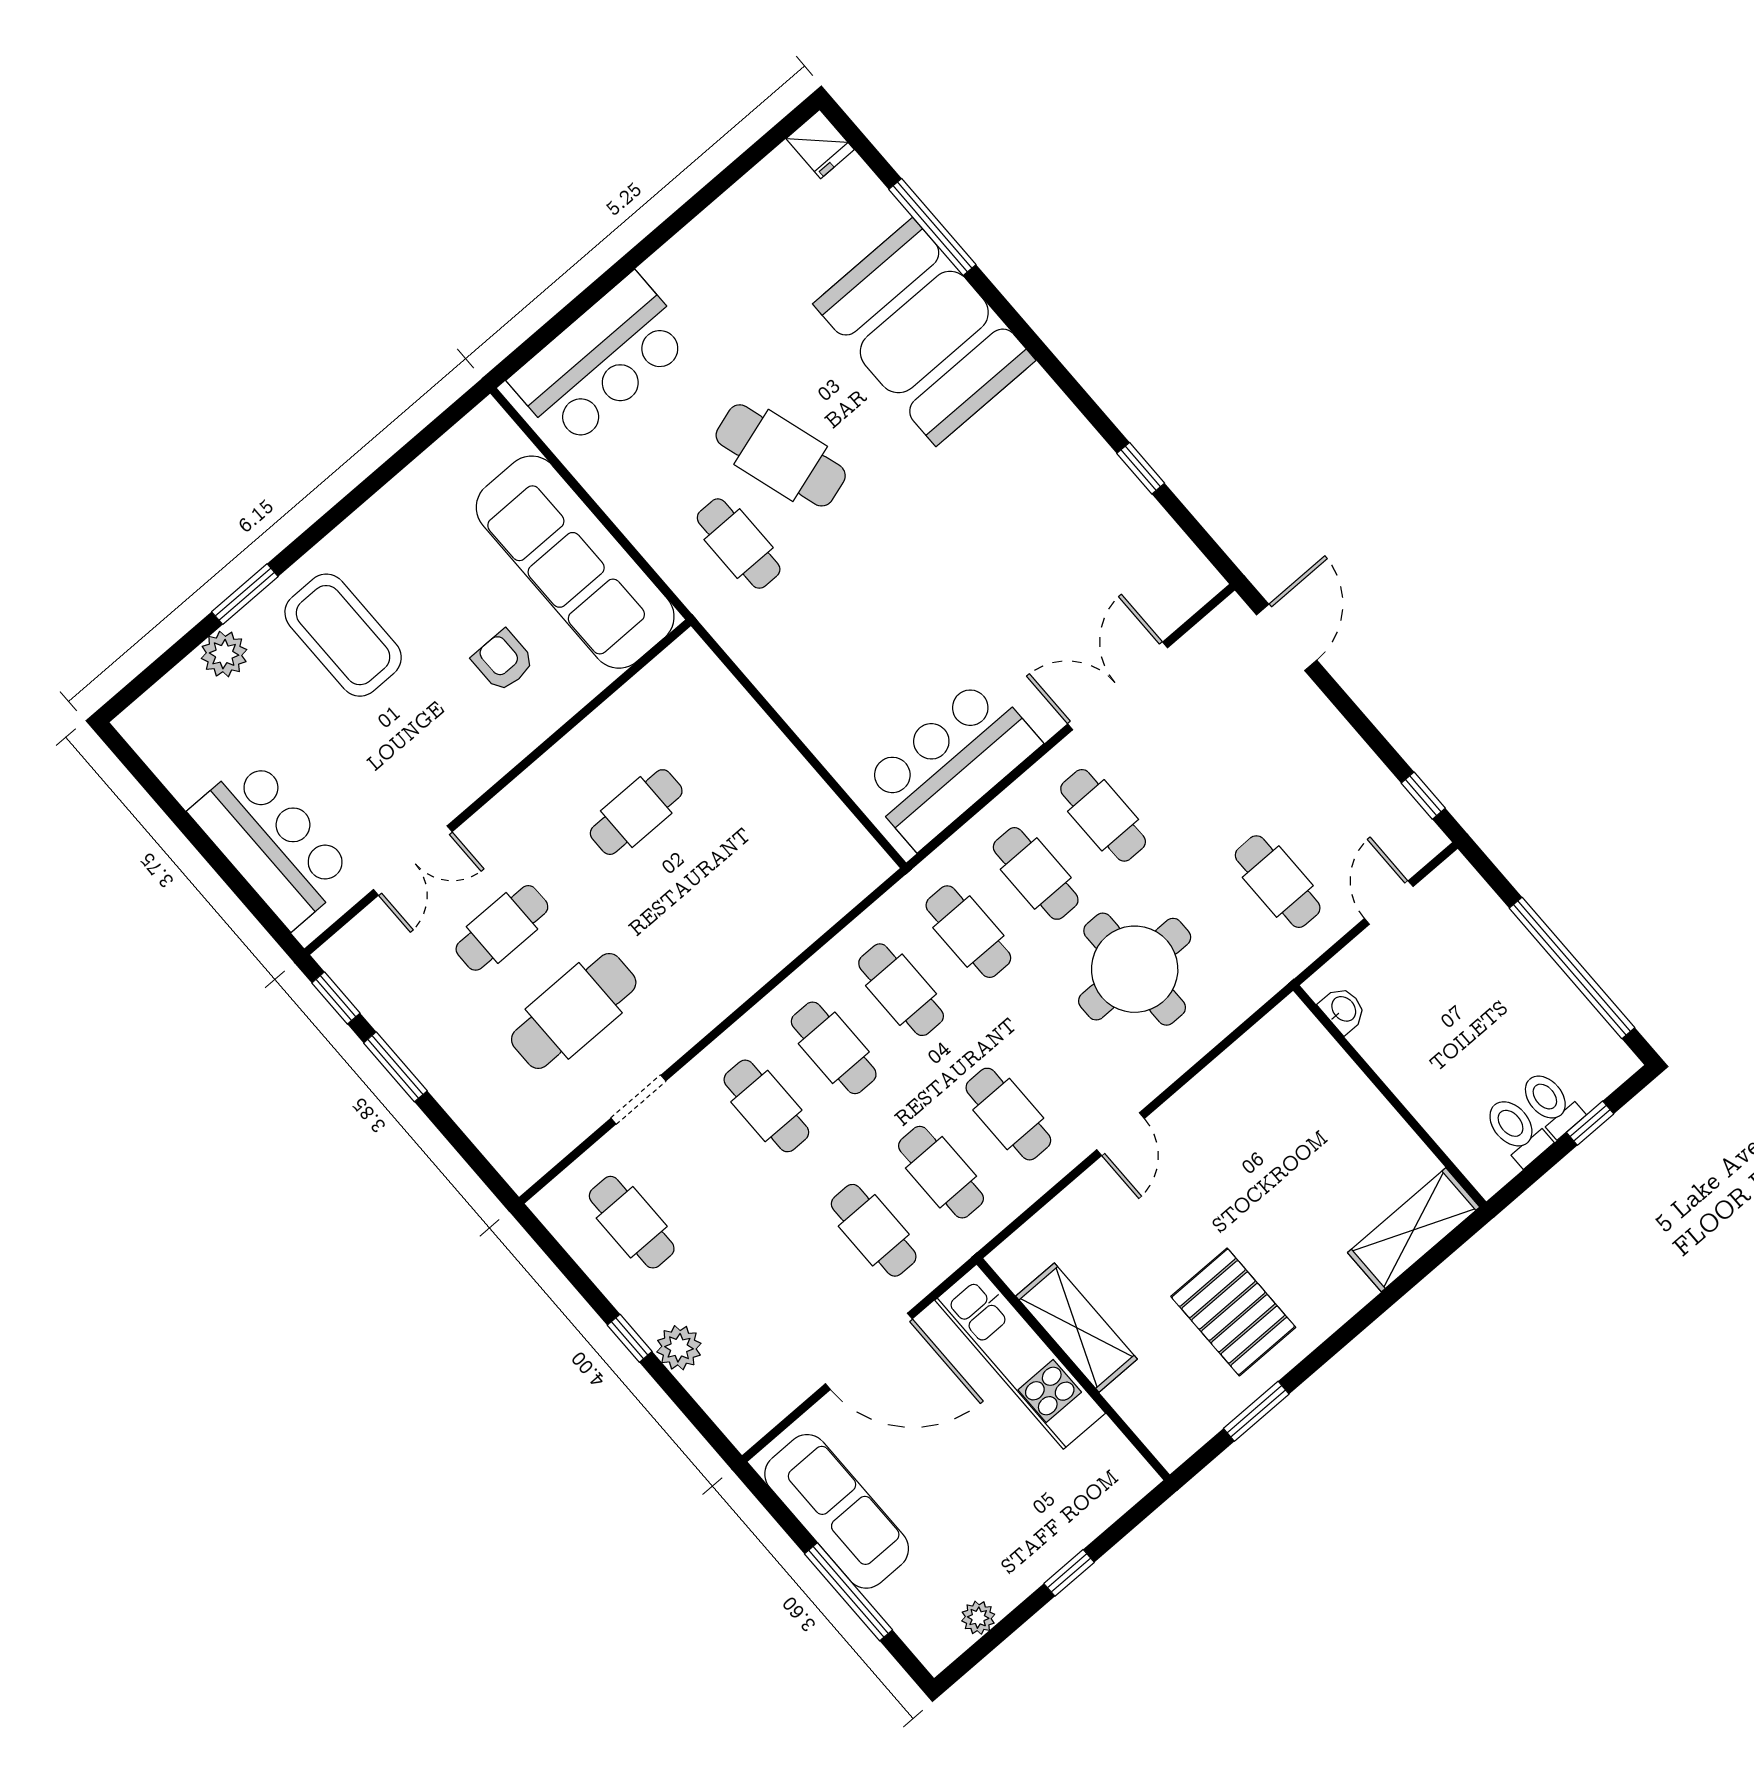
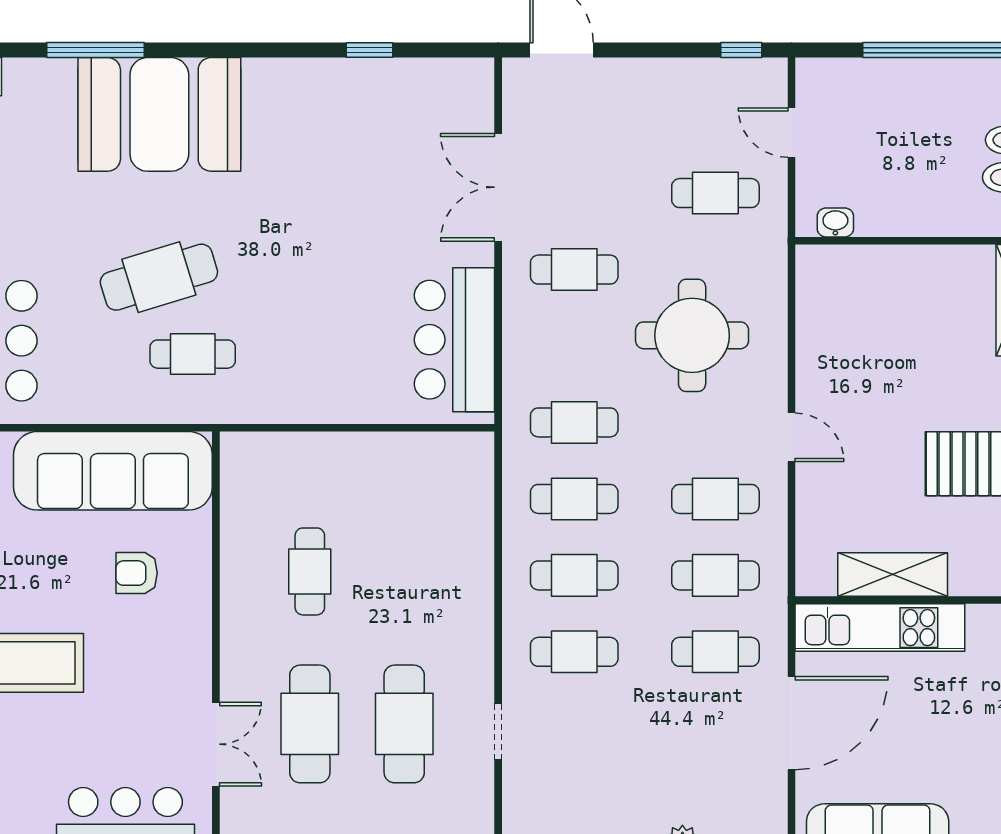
cafe table: (1036, 873) -> (574, 346), removed
cafe table: (502, 928) -> (310, 724), width x1.37, depth x1.35
cafe table: (632, 1222) -> (574, 805), removed

